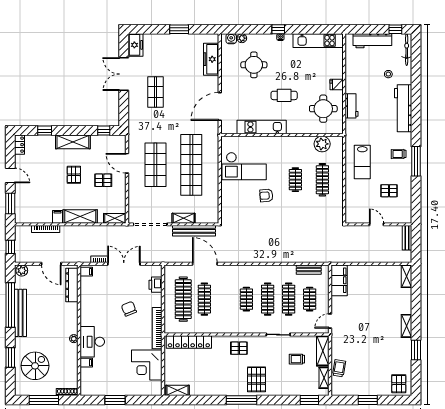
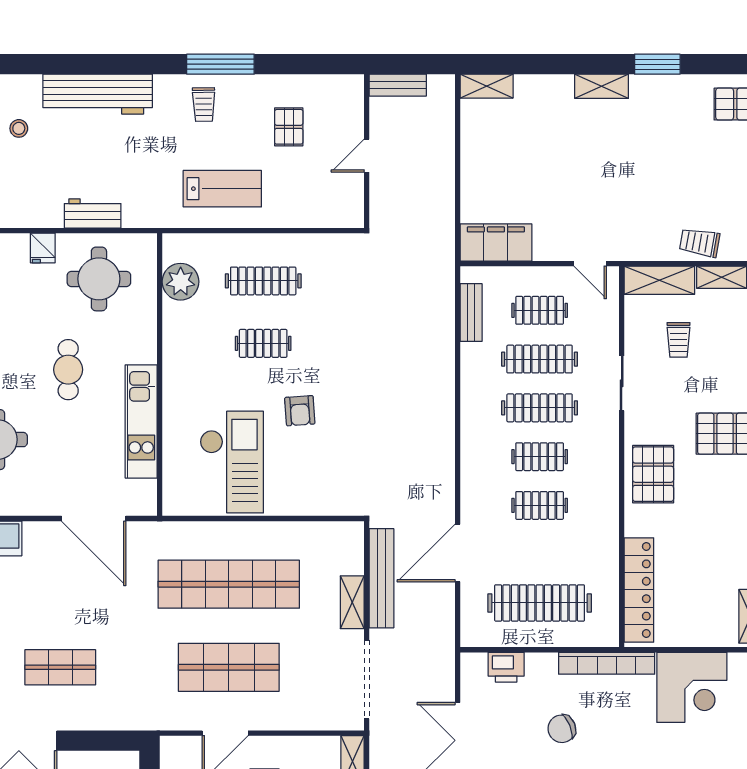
clothes rail: (204, 299) -> (540, 505), moved, width x0.73
pallet: (239, 348) -> (653, 474), width x1.50, depth x1.42

